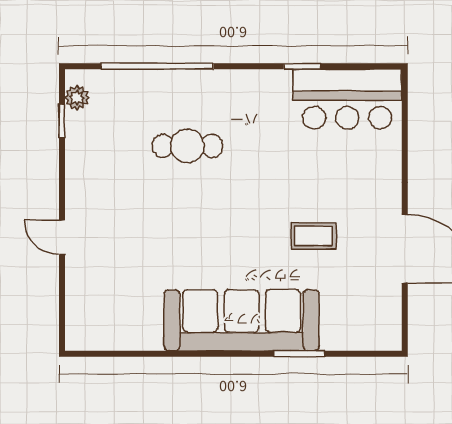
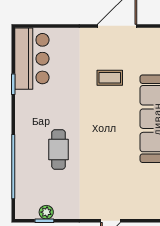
plant: (77, 98) -> (46, 212), moved
coffee table: (314, 236) -> (110, 78), turned 90

